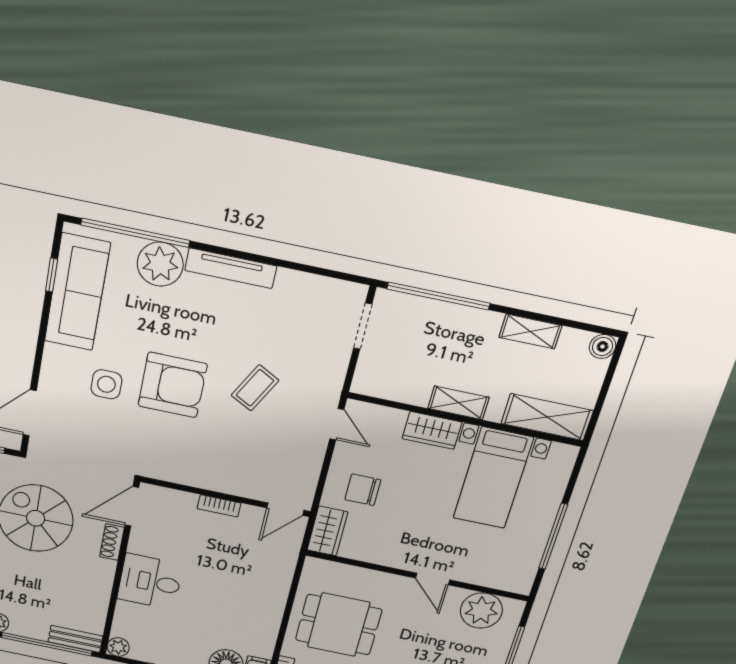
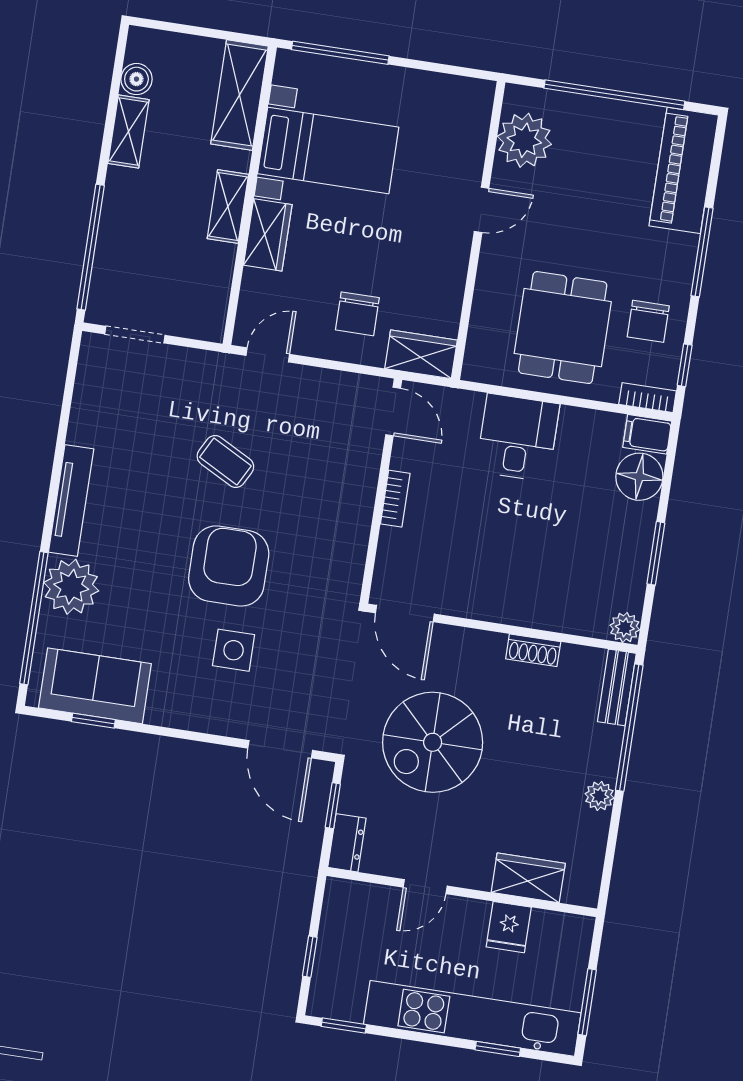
sofa: (77, 292) -> (95, 686), width x0.73
boiler: (603, 346) -> (136, 79), moved
window: (553, 536) -> (340, 53), moved
shoe rack: (112, 542) -> (533, 650), moved
desk: (150, 582) -> (518, 438), moved, turned 180

